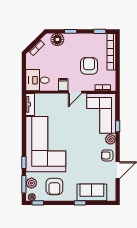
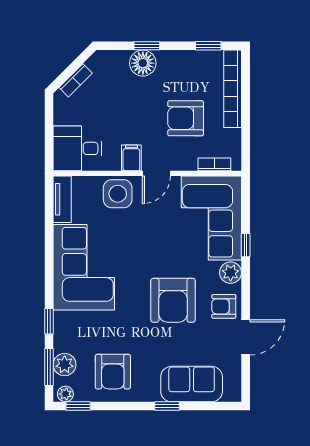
floor lamp: (57, 40) -> (143, 63), moved
armchair: (89, 66) -> (186, 118), turned -90
side table: (57, 102) -> (118, 194), added
corner sofa: (46, 144) -> (84, 267), width x0.73, depth x0.74
armchair: (83, 153) -> (173, 300), added

